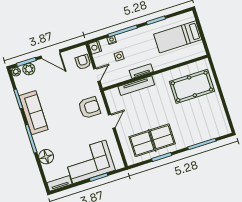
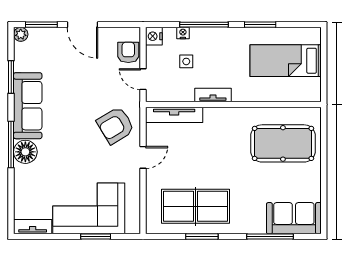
plant: (29, 69) -> (42, 37), removed
door: (97, 75) -> (143, 79), swing flipped
tv unit: (136, 86) -> (174, 115), moved
armchair: (89, 108) -> (116, 125), turned 149
sofa: (213, 129) -> (294, 218), added
floor lamp: (46, 157) -> (25, 152), moved

